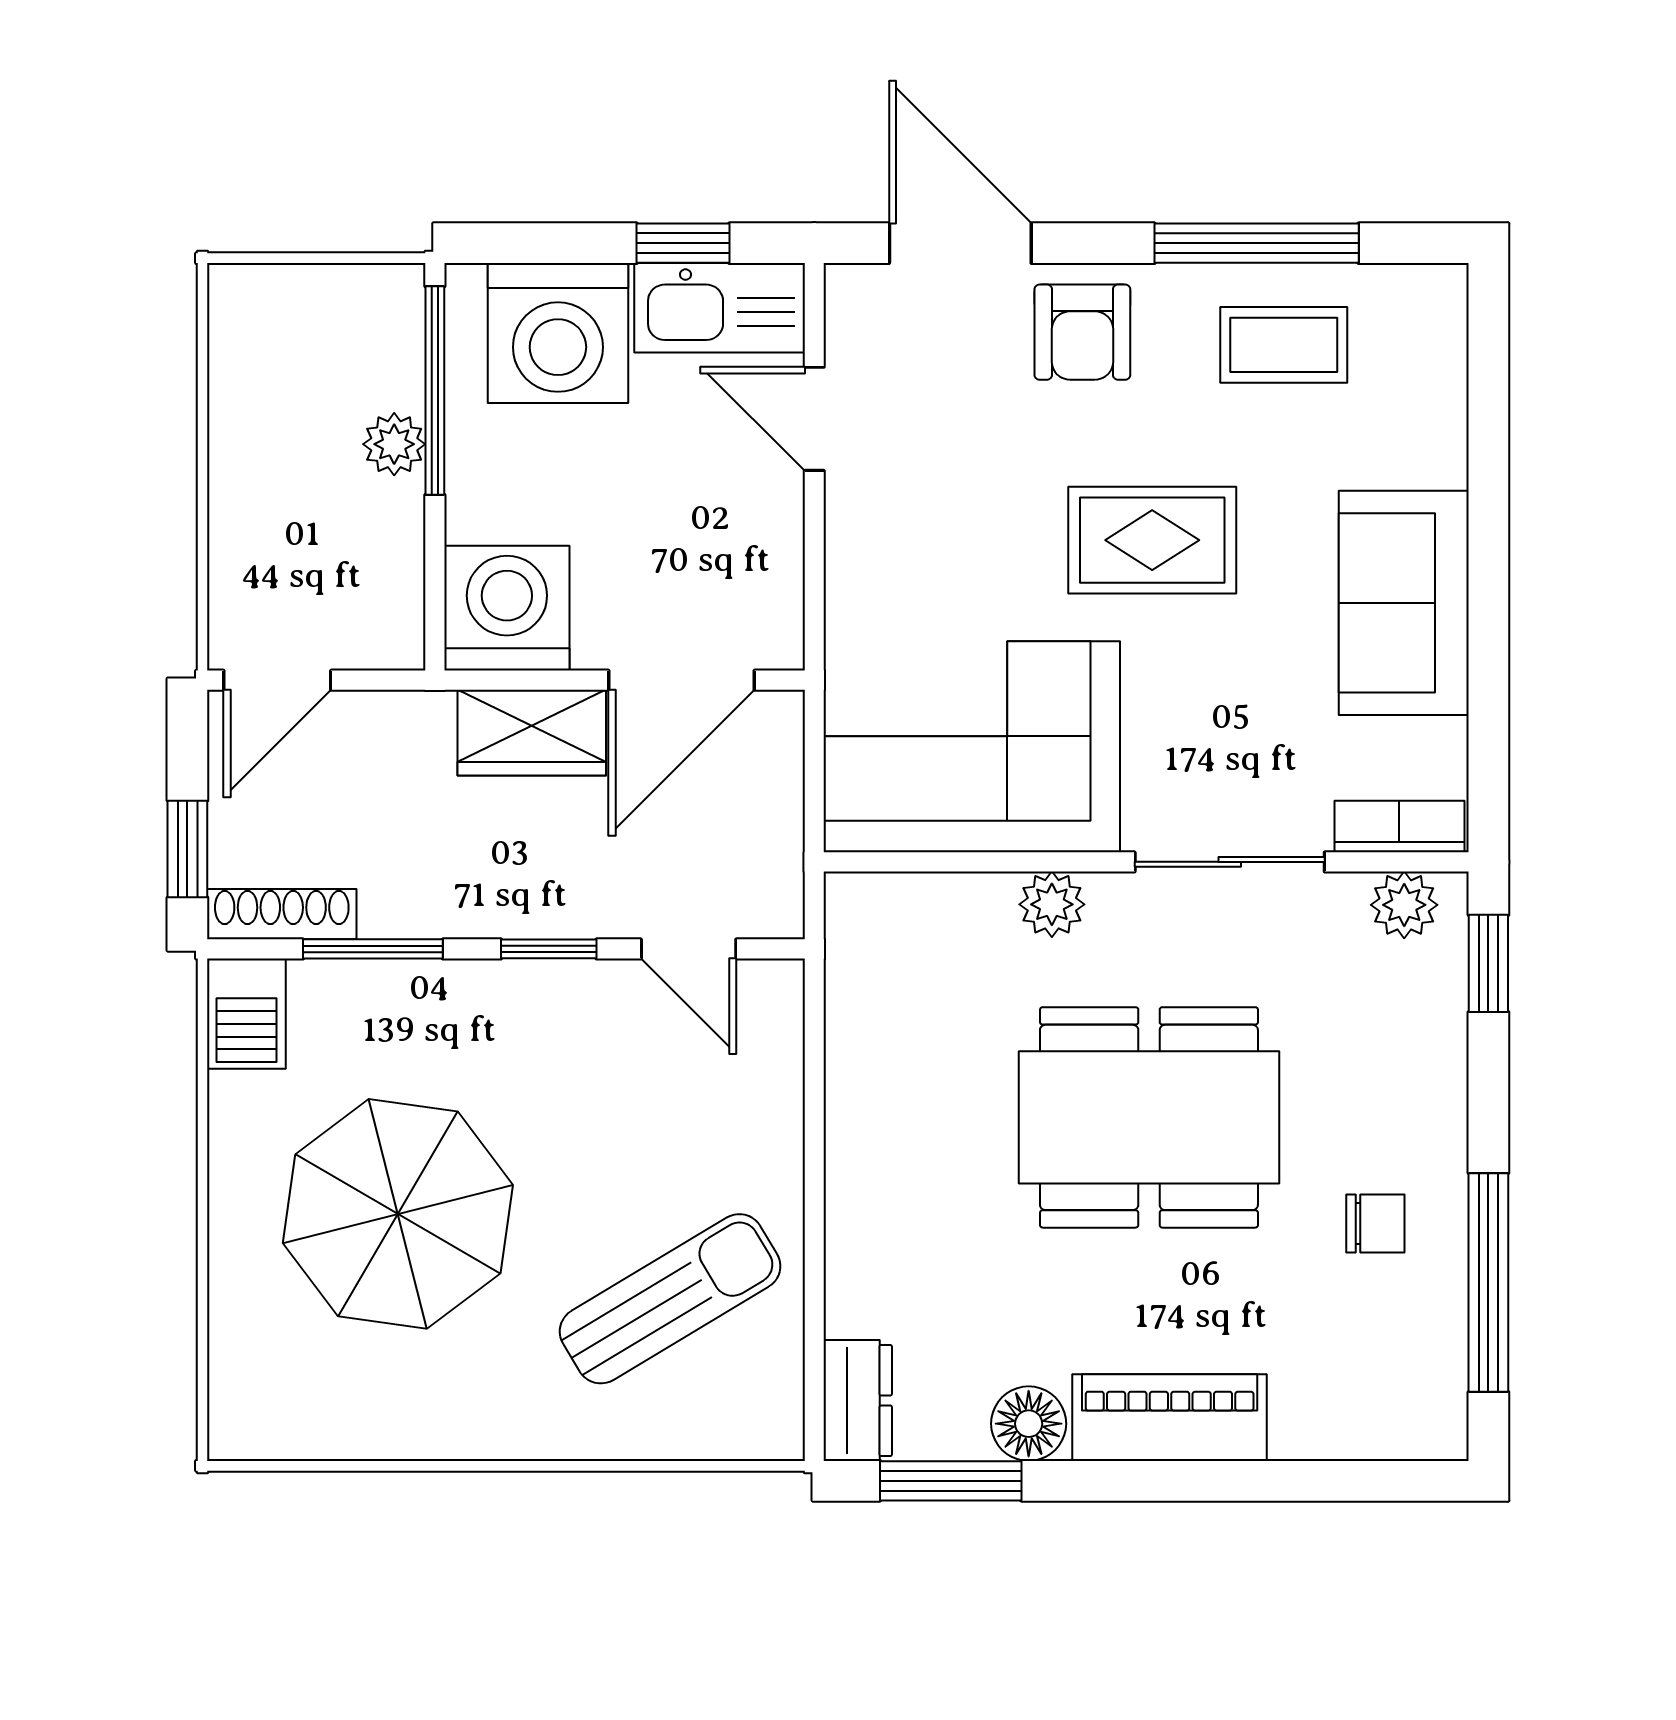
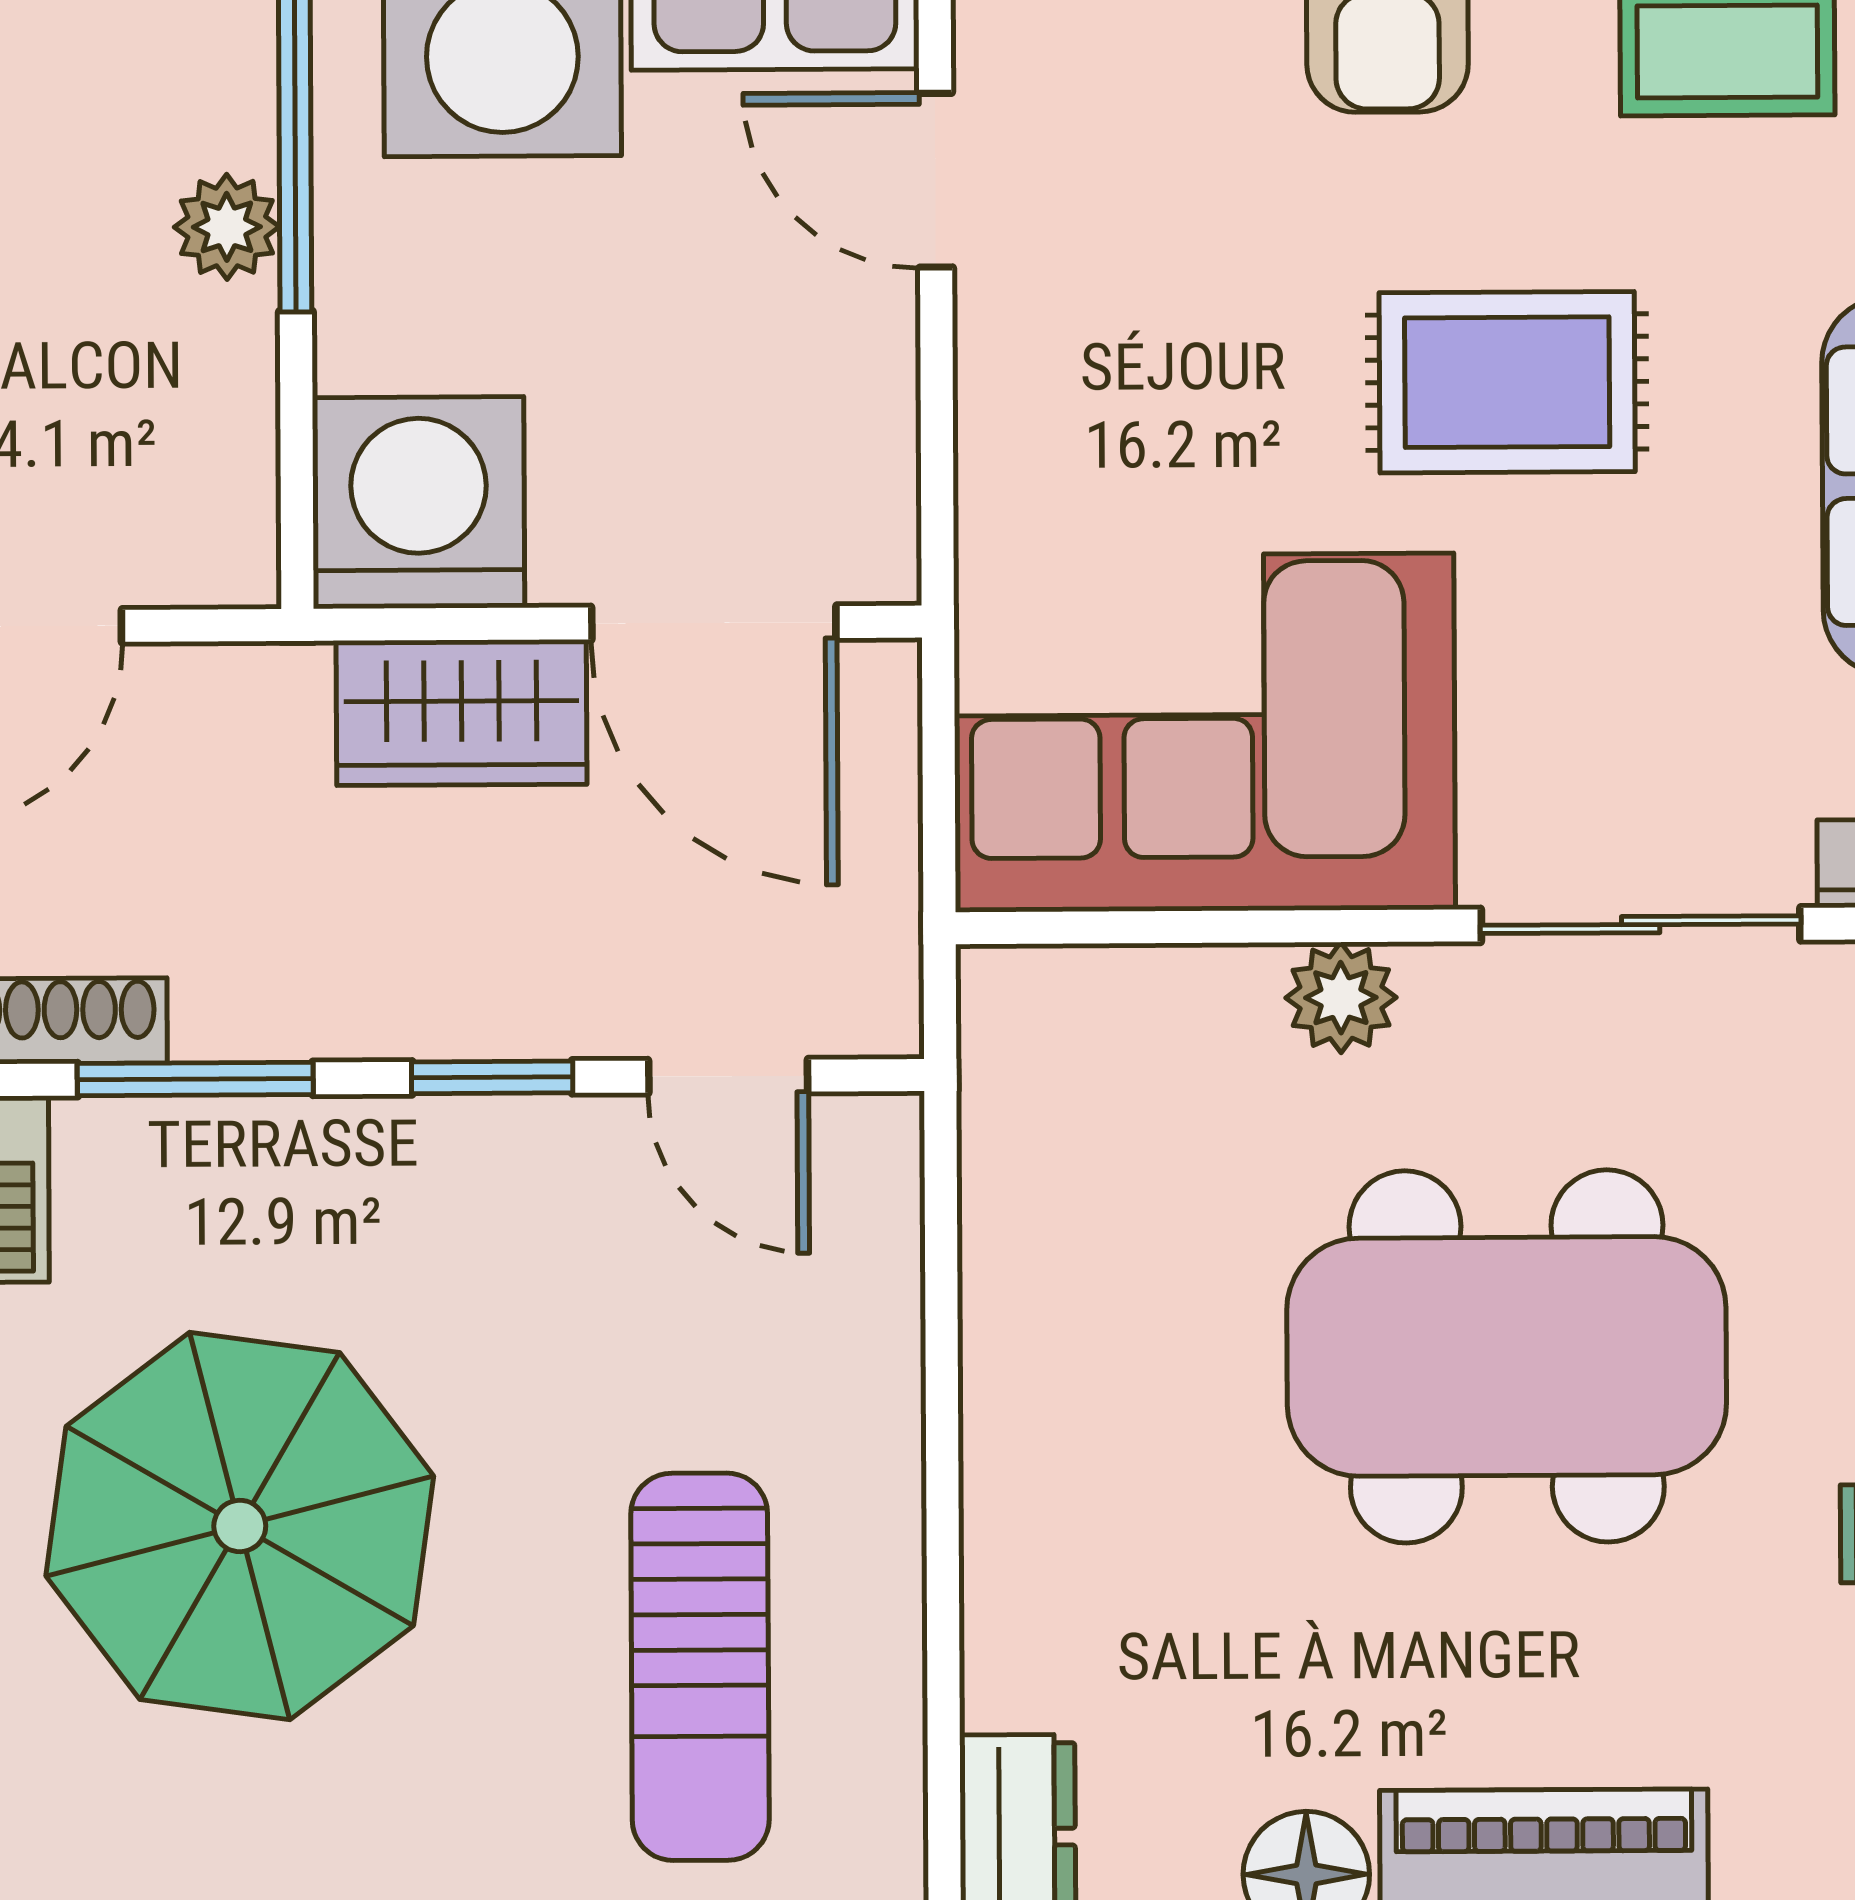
door: (681, 680) -> (714, 623), hinge flipped
sun lounger: (670, 1299) -> (700, 1667), turned 121

